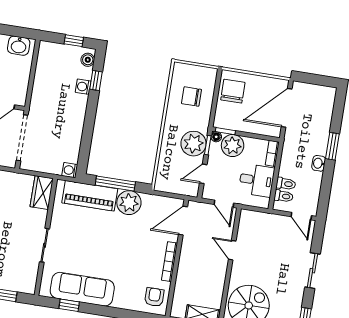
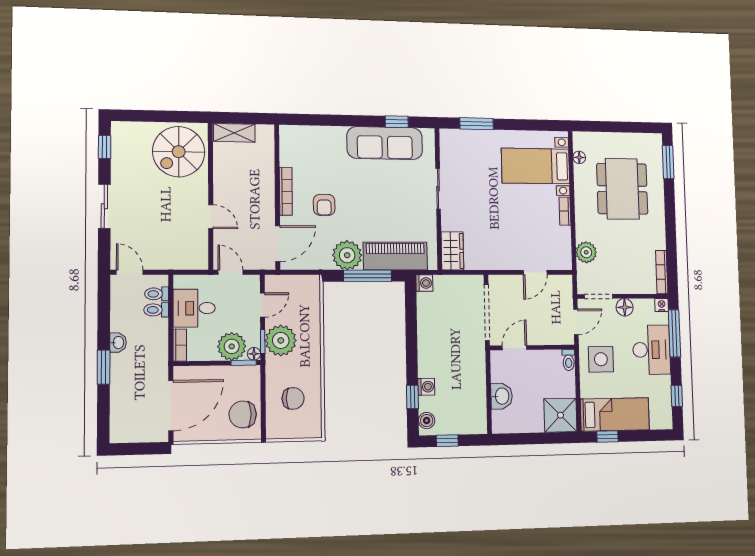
washbasin: (19, 46) -> (502, 396), moved, turned 90
chair: (233, 91) -> (243, 414), turned 90
armchair: (154, 297) -> (324, 205), moved

